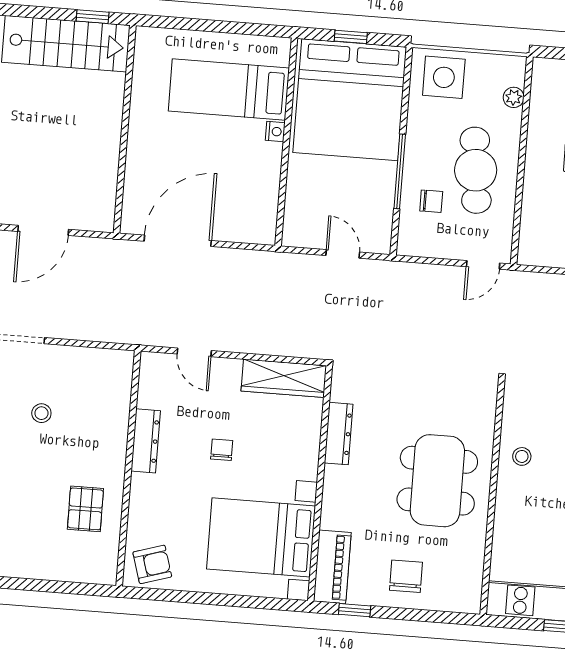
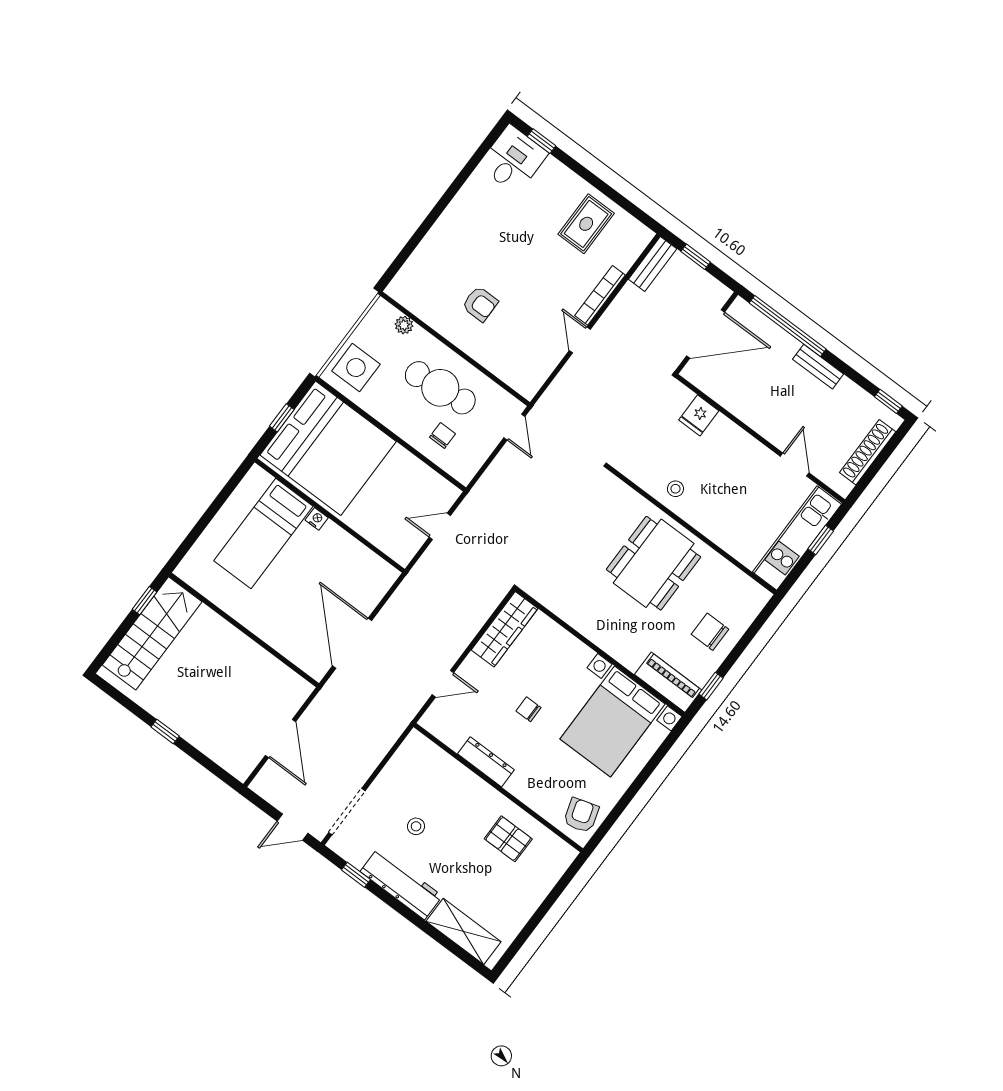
window: (400, 171) -> (405, 445), removed
dresser: (339, 434) -> (572, 614), removed
dining table: (437, 481) -> (654, 563), turned 90

